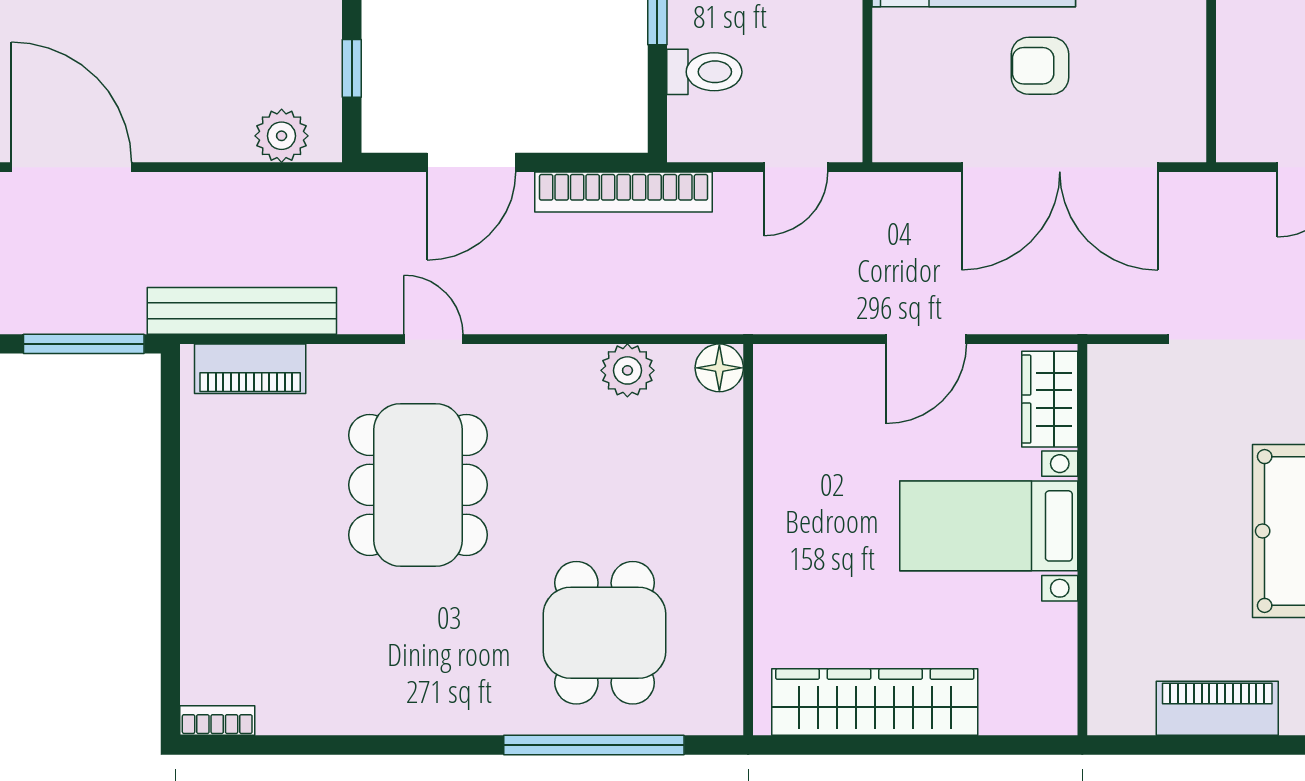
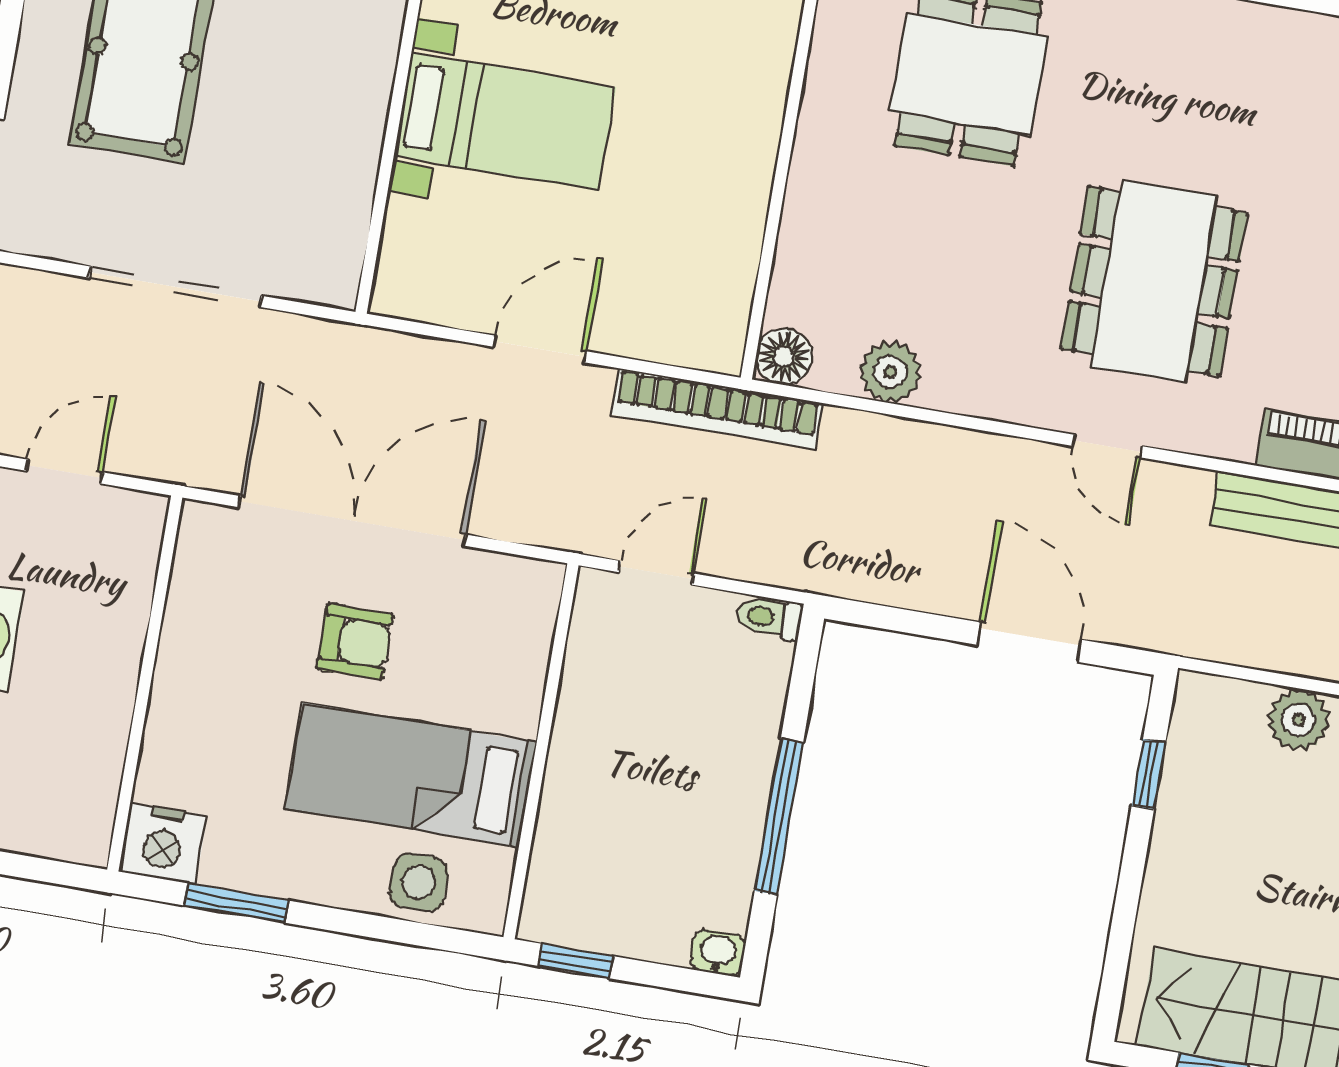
toilet: (704, 72) -> (770, 618), moved, width x0.73, depth x0.72
plant: (282, 136) -> (1299, 720), moved
door: (471, 162) -> (1029, 642), hinge flipped
bookcase: (624, 192) -> (717, 409), moved, turned 180
wardrobe: (1050, 399) -> (409, 256), removed

